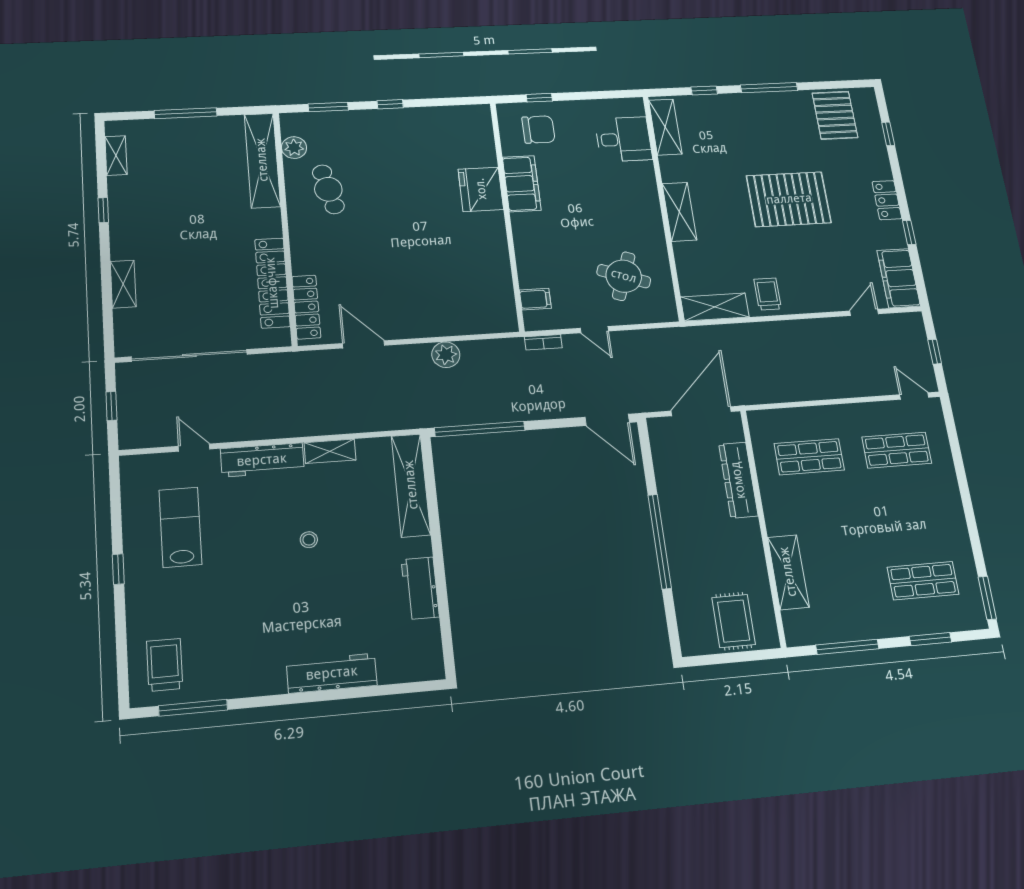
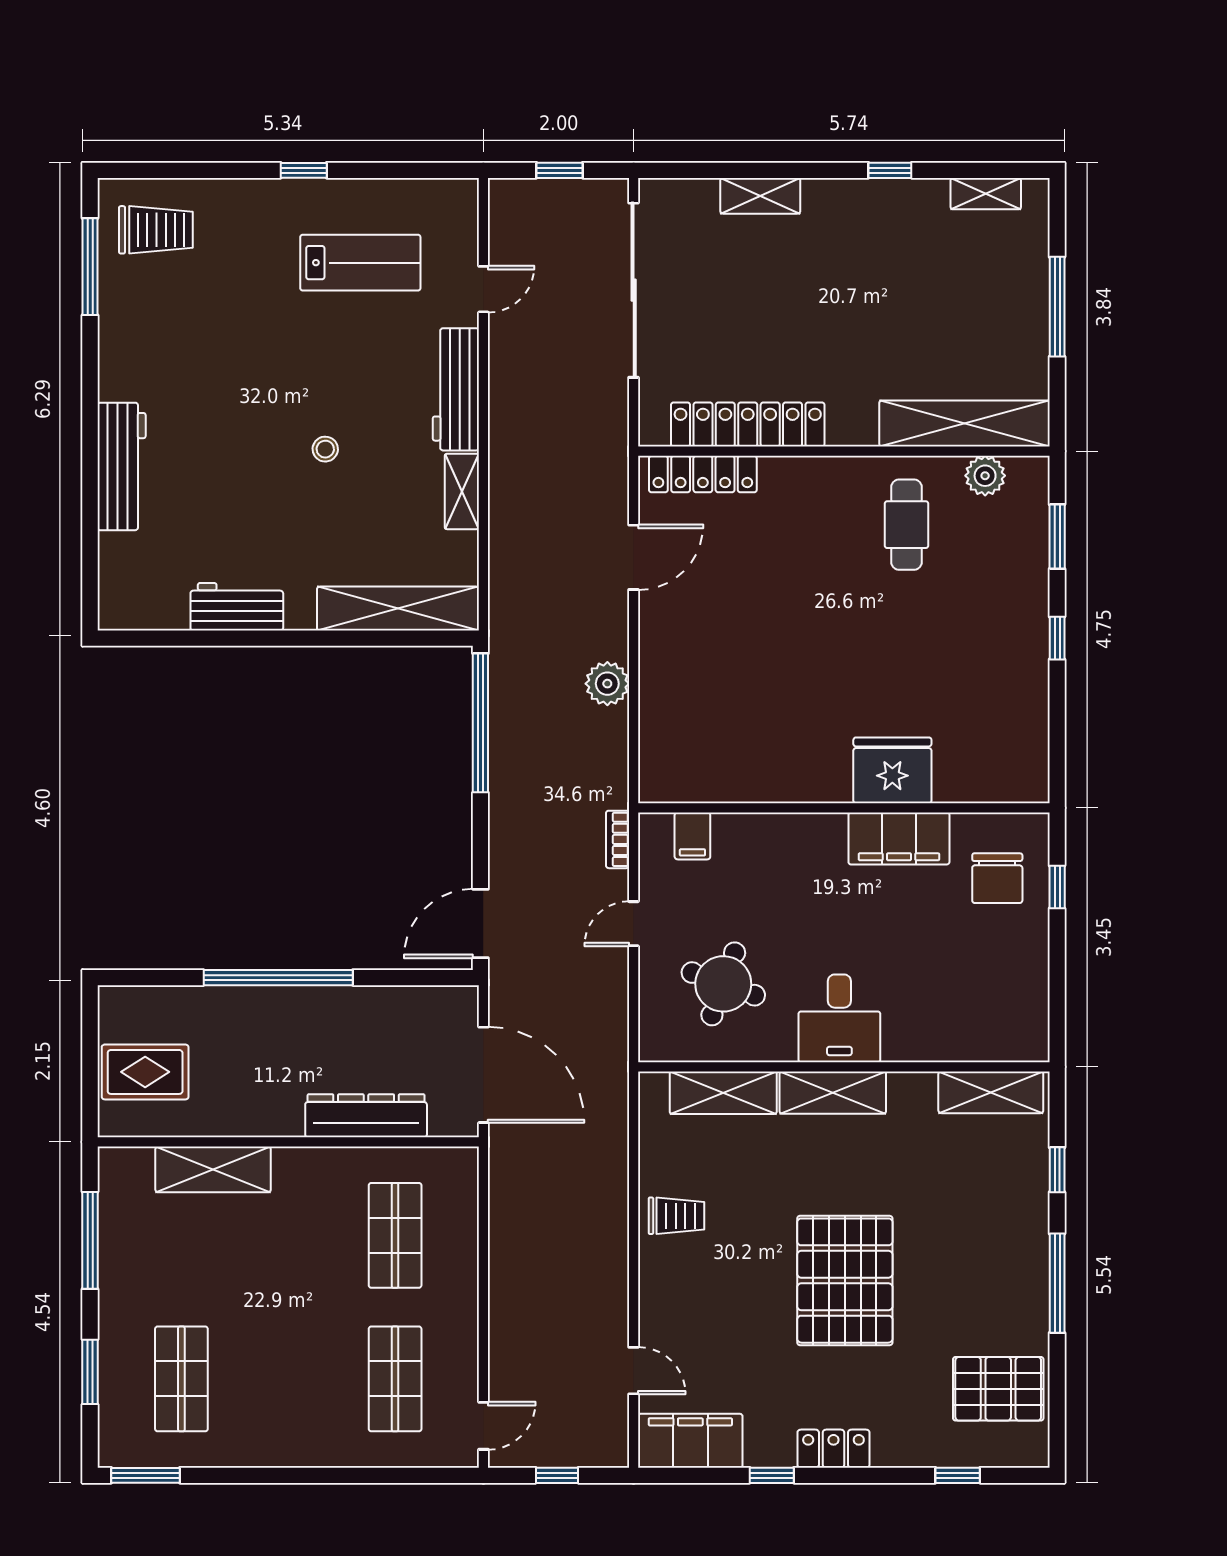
desk: (623, 139) -> (839, 1018), moved
cafe table: (328, 189) -> (907, 525), turned -76
shelving: (715, 307) -> (723, 1093), moved, turned 90

